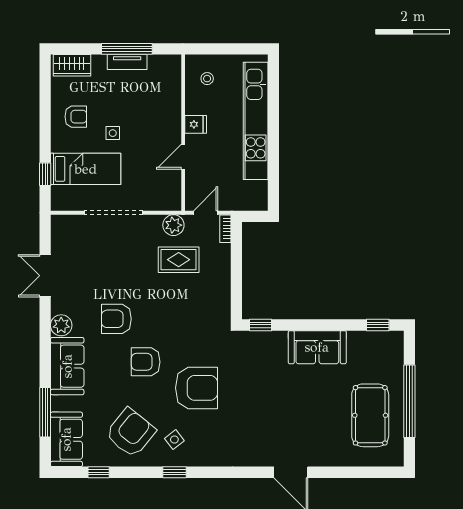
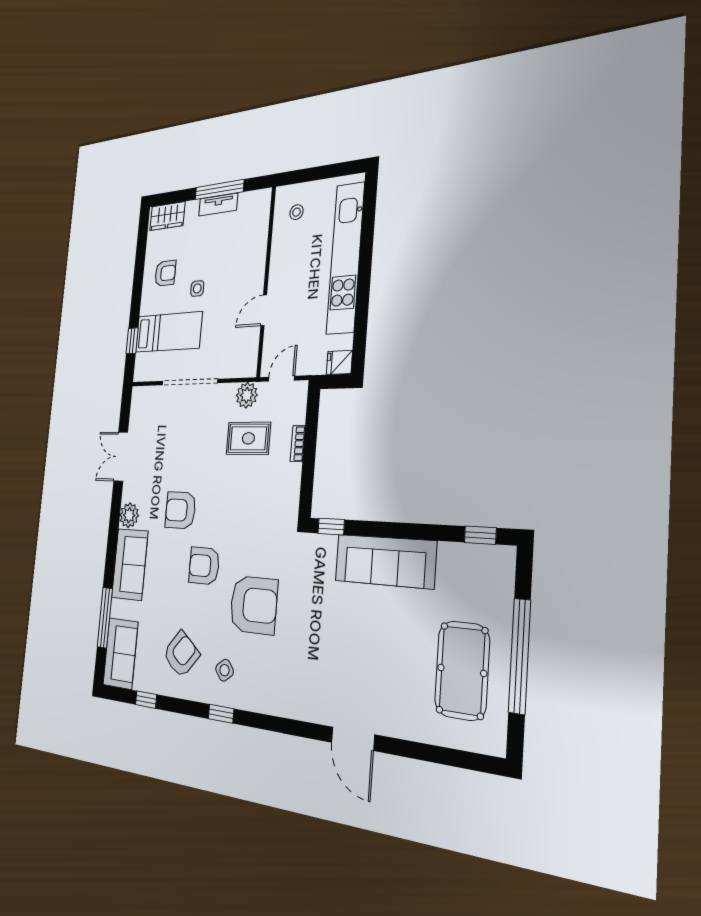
fridge: (196, 124) -> (339, 362), moved, turned 180
bookcase: (225, 229) -> (298, 444), moved
sofa: (317, 347) -> (385, 561), width x1.36
armchair: (131, 433) -> (181, 654), width x0.73, depth x0.73

